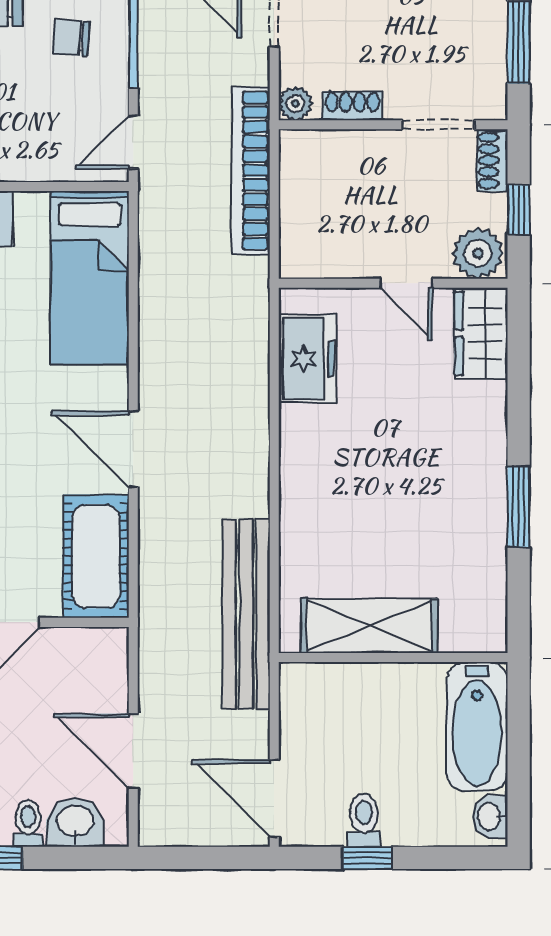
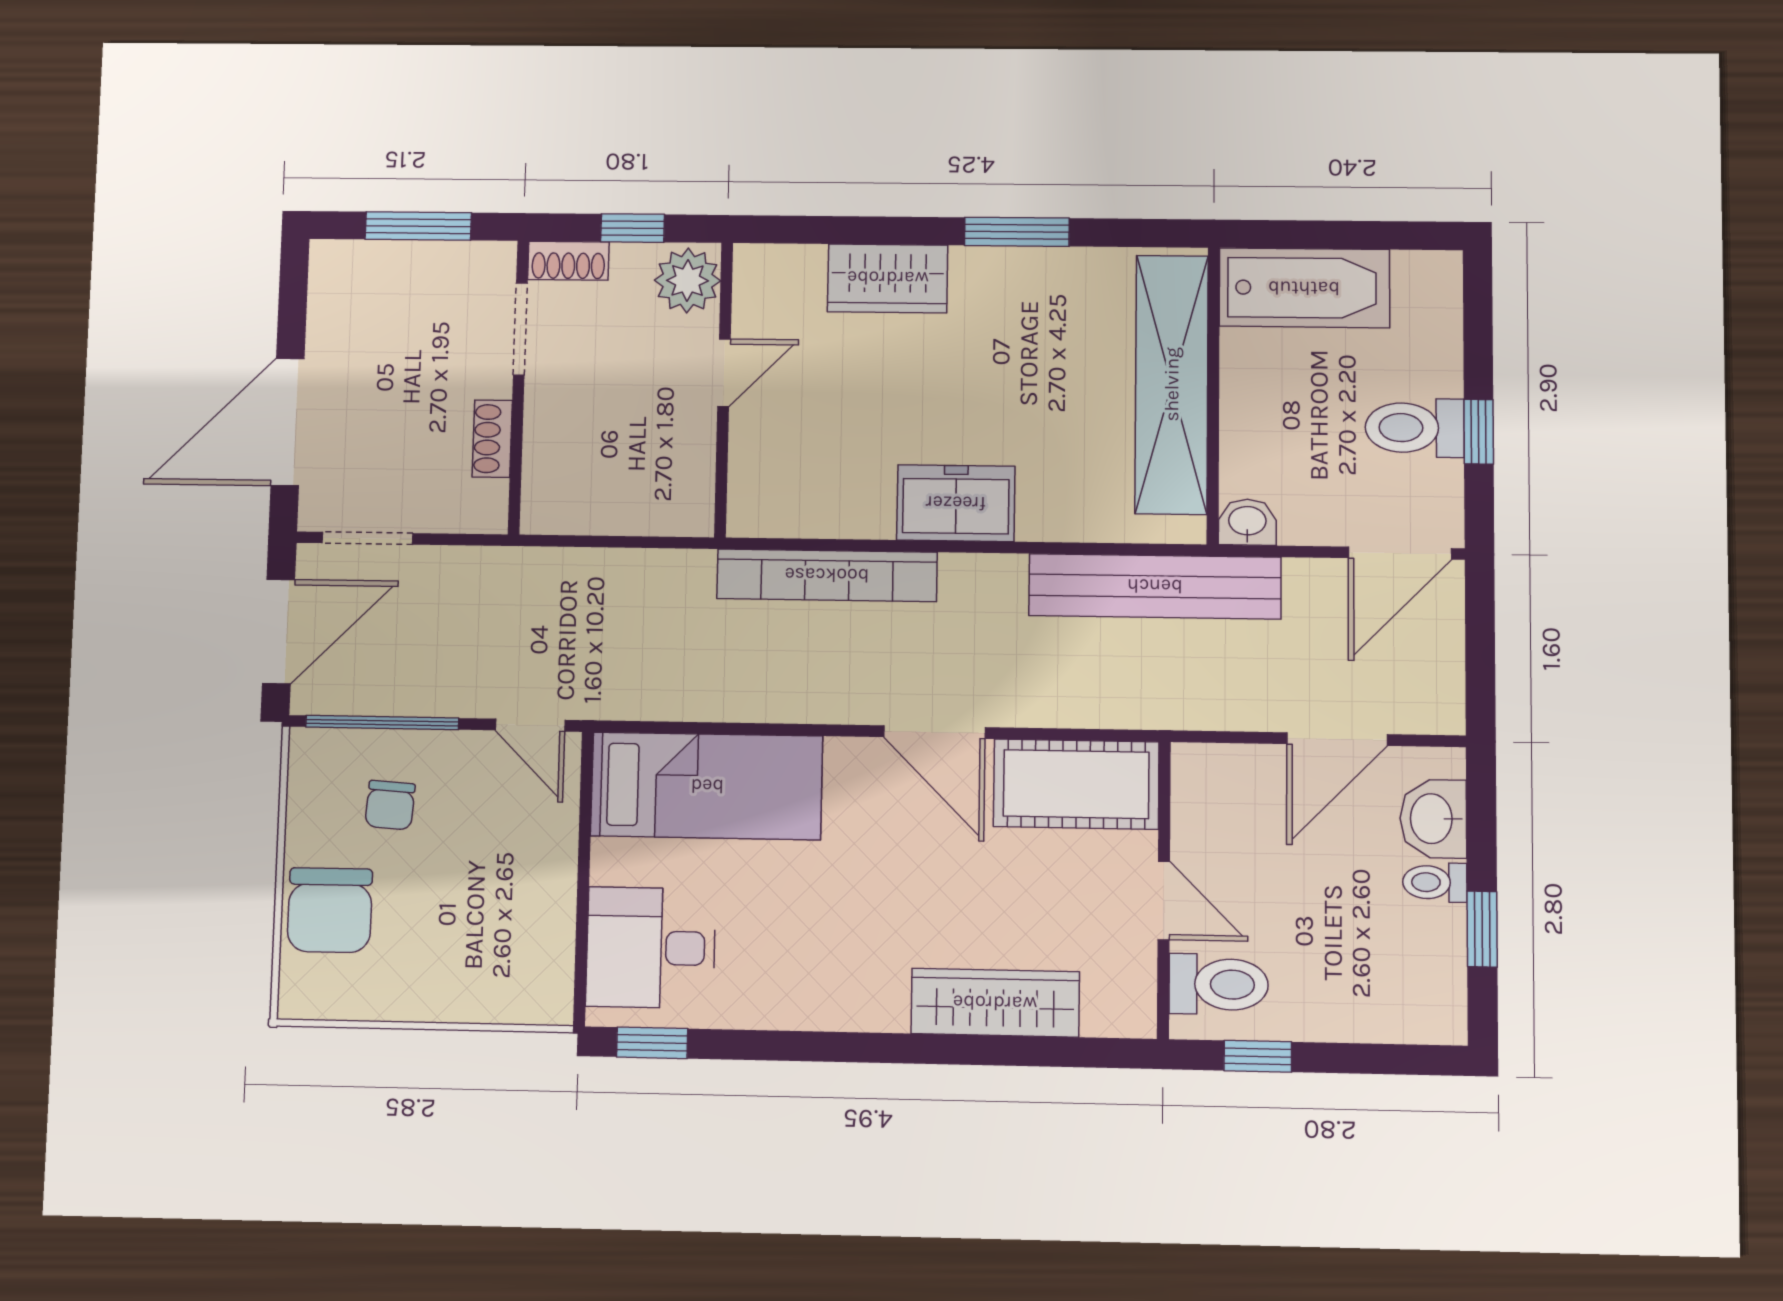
plant: (295, 104) -> (487, 512), removed
bookcase: (251, 170) -> (827, 575), moved
wardrobe: (481, 333) -> (888, 278), moved
freezer: (308, 359) -> (956, 503), moved
door: (133, 449) -> (934, 732), hinge flipped
shelving: (369, 626) -> (1172, 384), width x1.47
washbasin: (490, 817) -> (1247, 522), moved, turned 180
toilet: (364, 820) -> (1415, 428), width x1.37, depth x1.39

